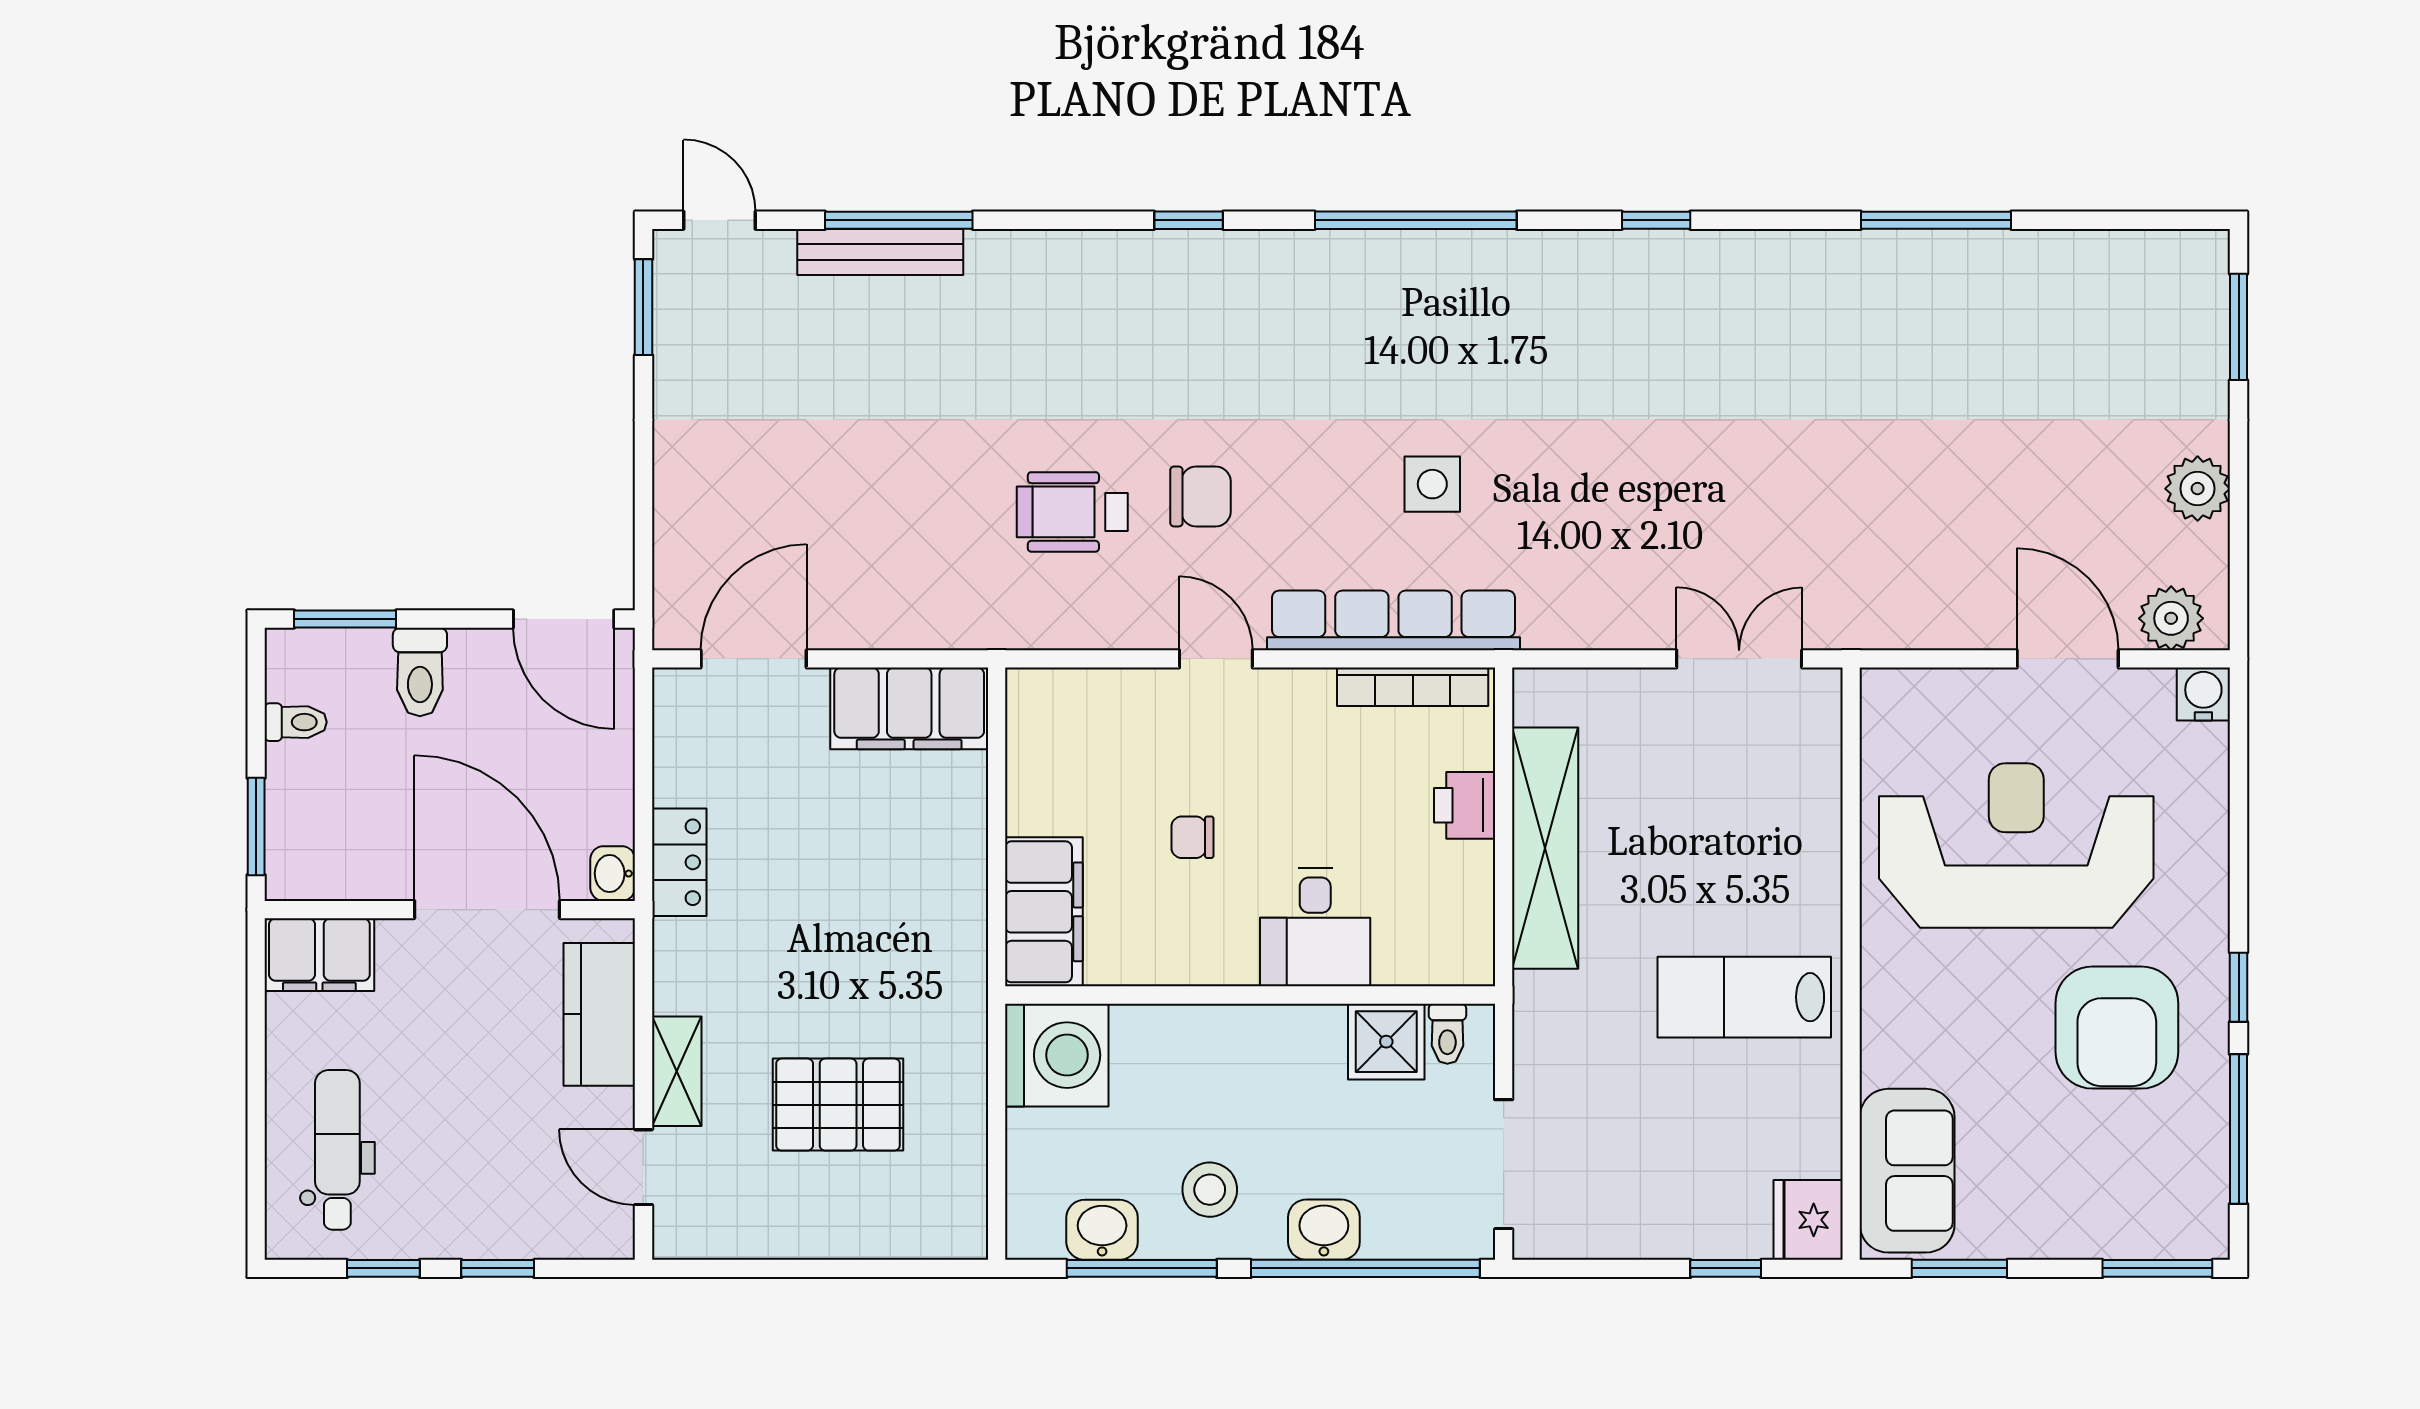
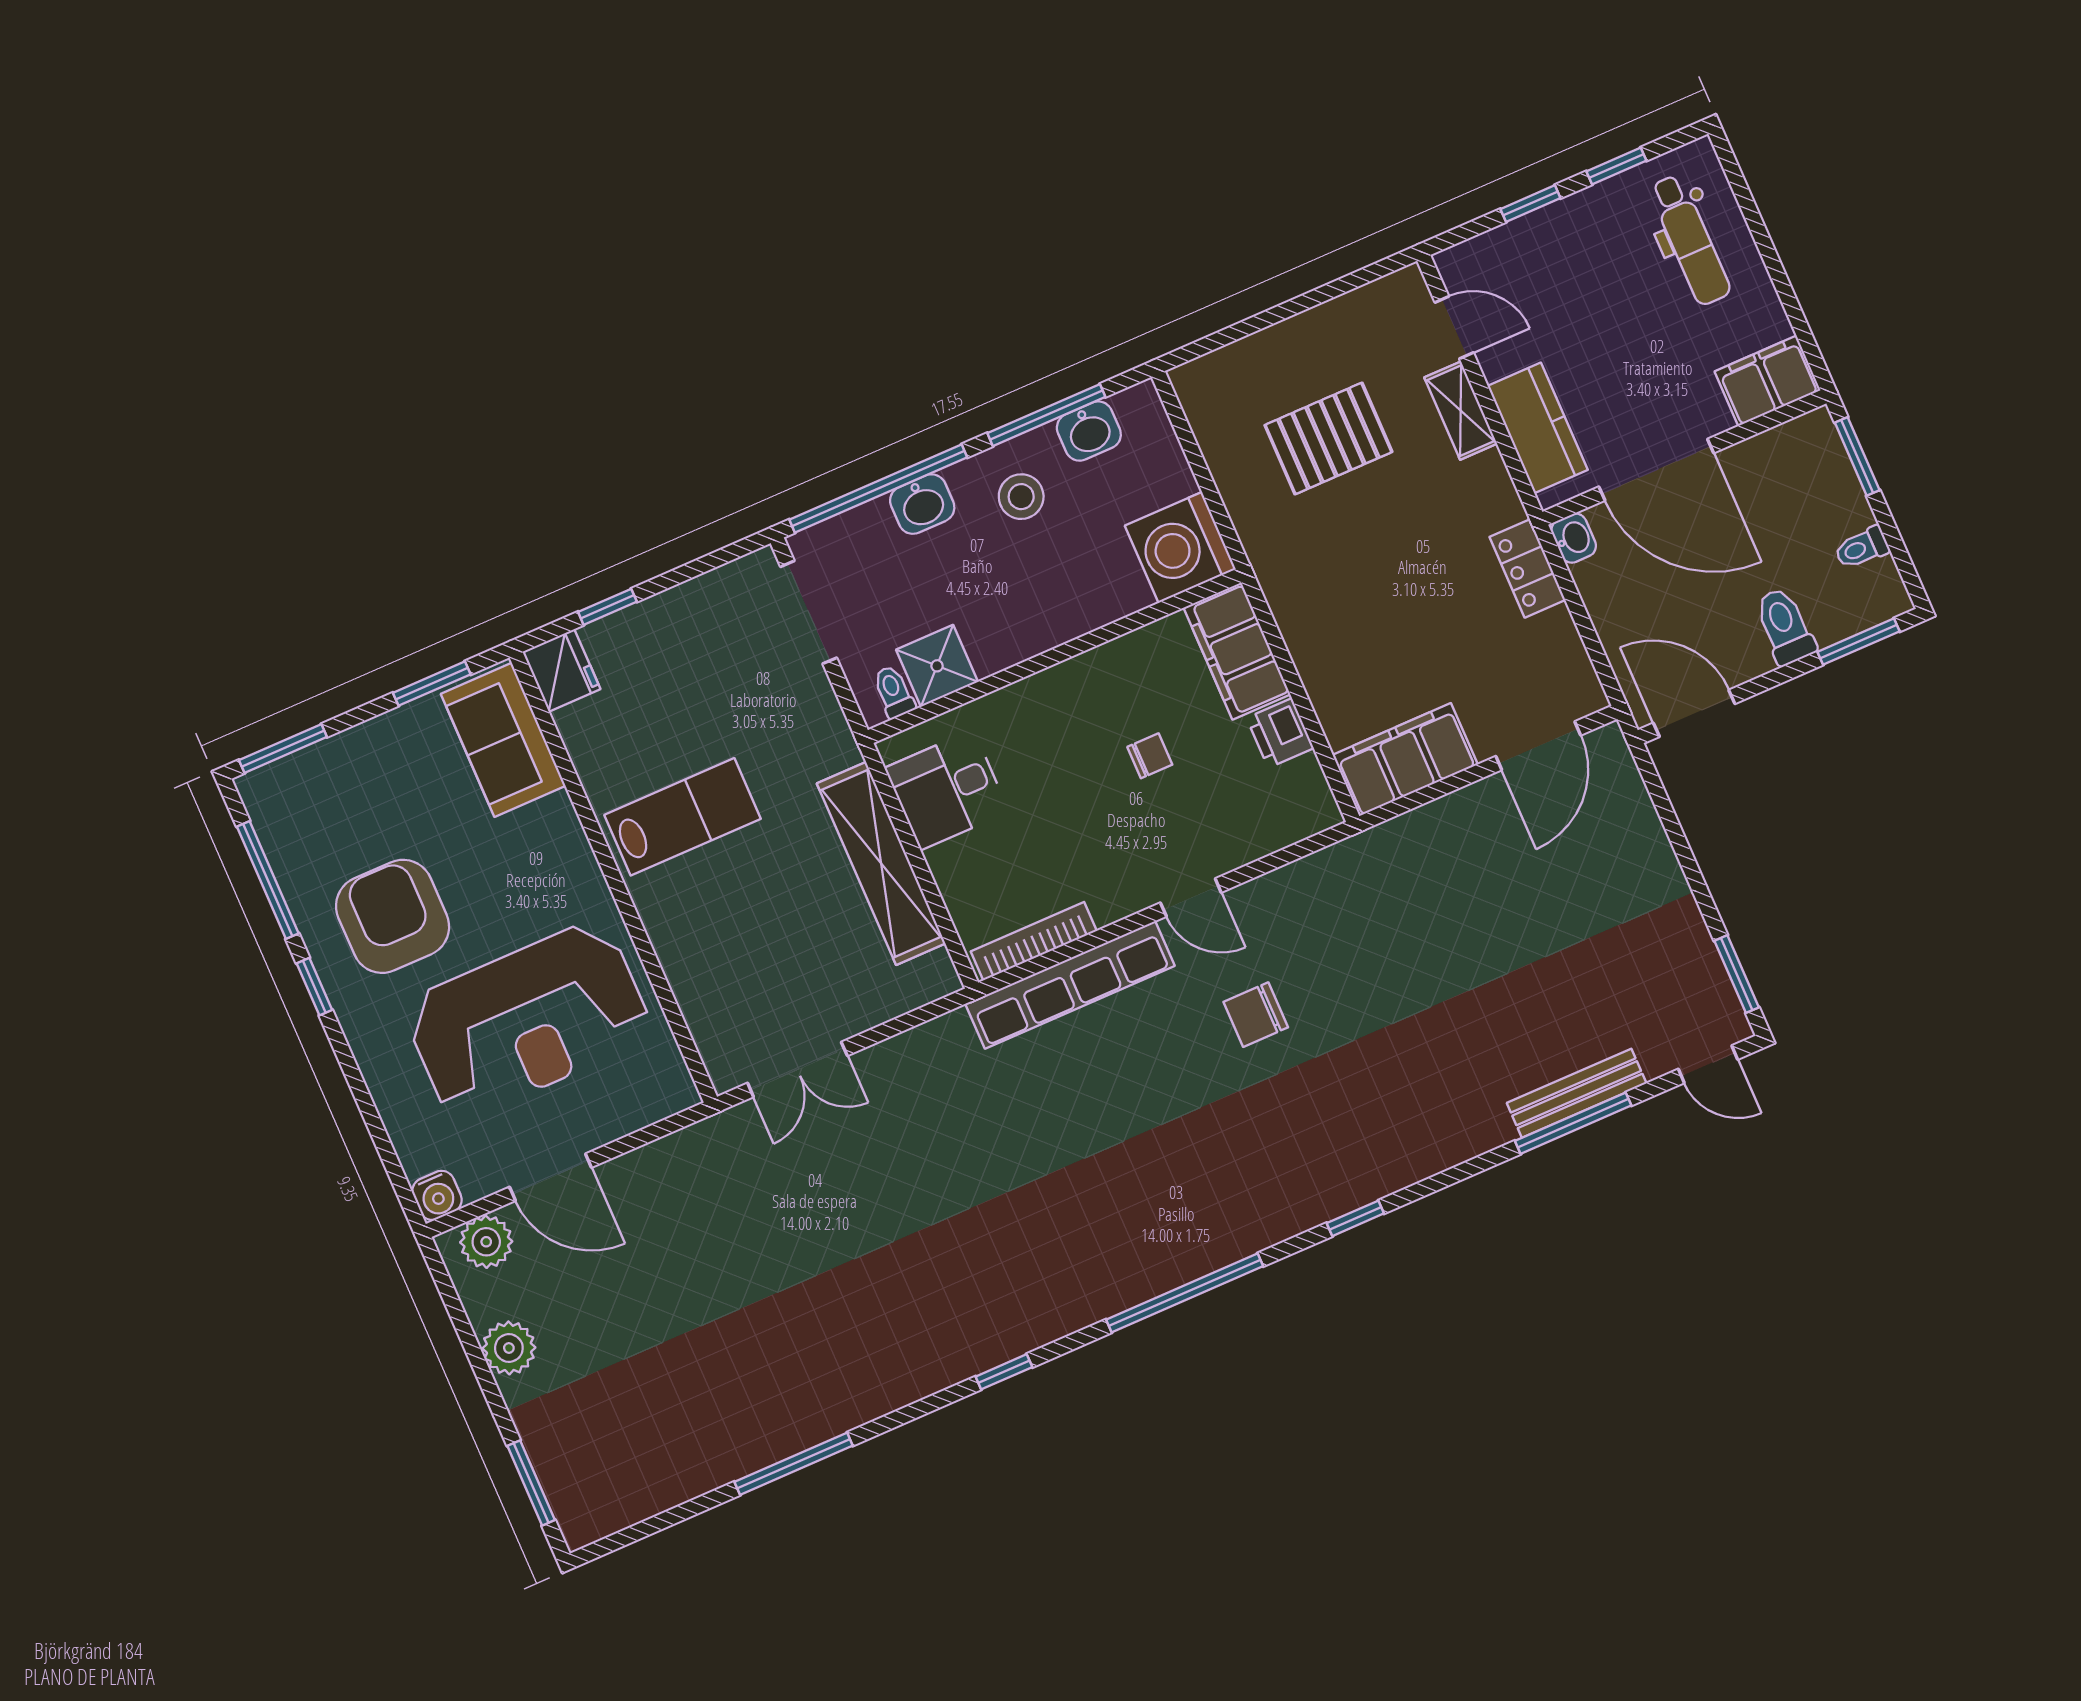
side table: (1432, 484) -> (1086, 1100), removed
wheelchair: (1072, 512) -> (1347, 961), removed
printer: (1465, 805) -> (1280, 733), moved, turned 180
desk: (1315, 927) -> (947, 790), moved, turned -90

